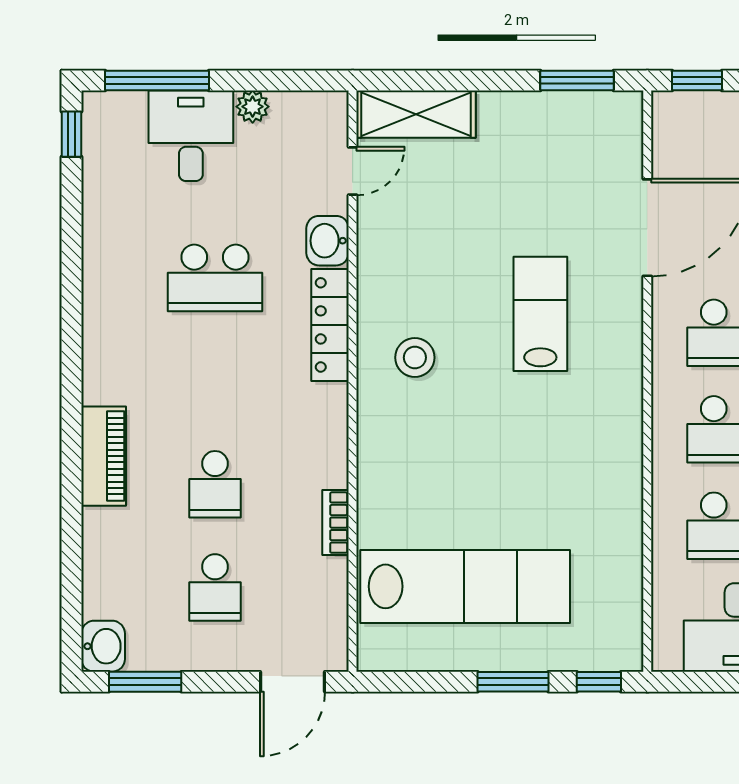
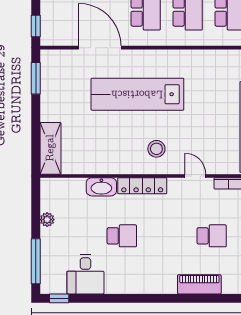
desk: (191, 136) -> (85, 274), moved, turned -90
door: (353, 171) -> (195, 176), moved
washbasin: (328, 241) -> (101, 187), width x1.38
school desk: (215, 278) -> (122, 236), width x0.54
lab bench: (540, 314) -> (137, 94), width x1.86, depth x1.39

